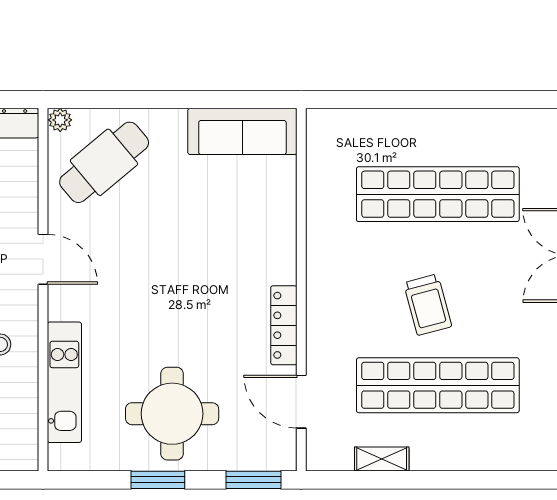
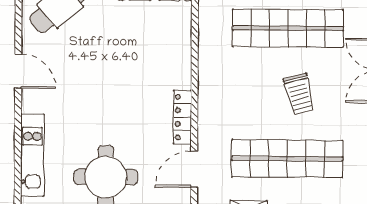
trolley: (428, 305) -> (299, 94), moved
door: (301, 402) -> (194, 169), hinge flipped

